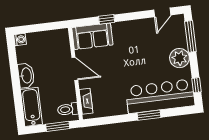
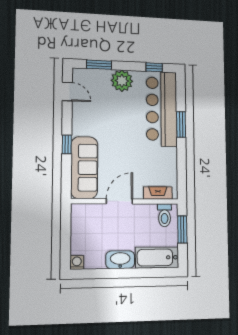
window: (107, 19) -> (67, 144), moved
sofa: (92, 36) -> (84, 168), width x1.36
window: (190, 36) -> (99, 65), width x0.69

